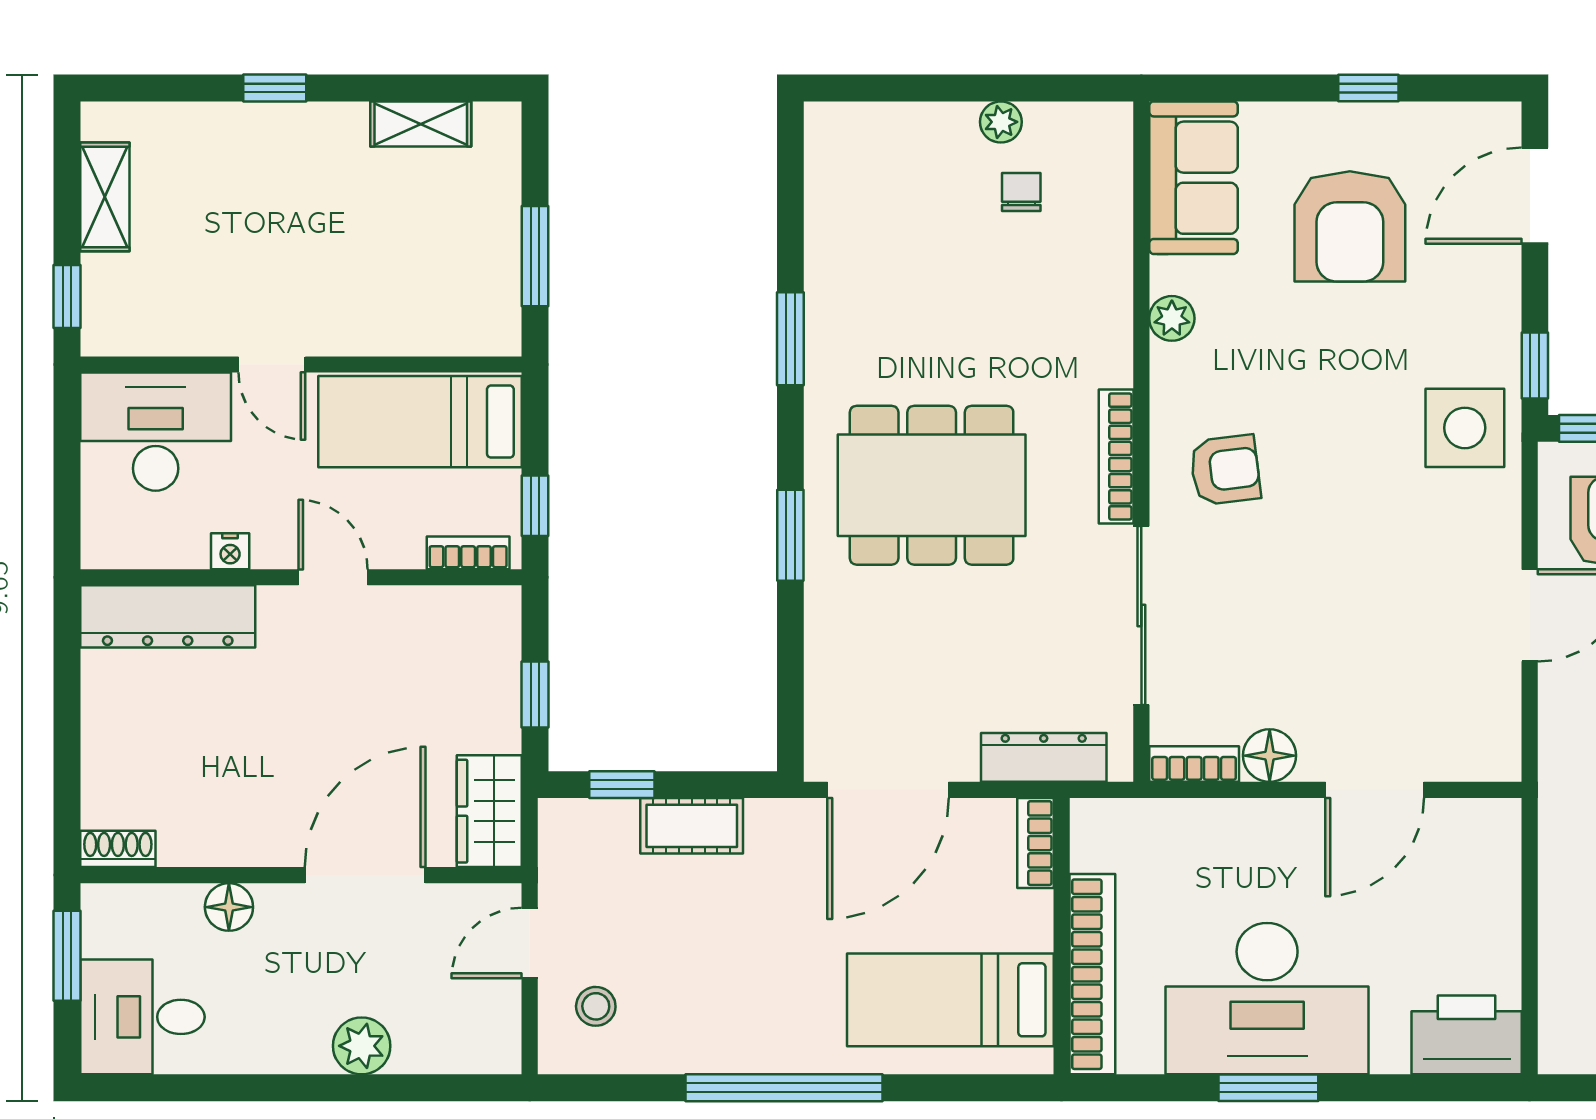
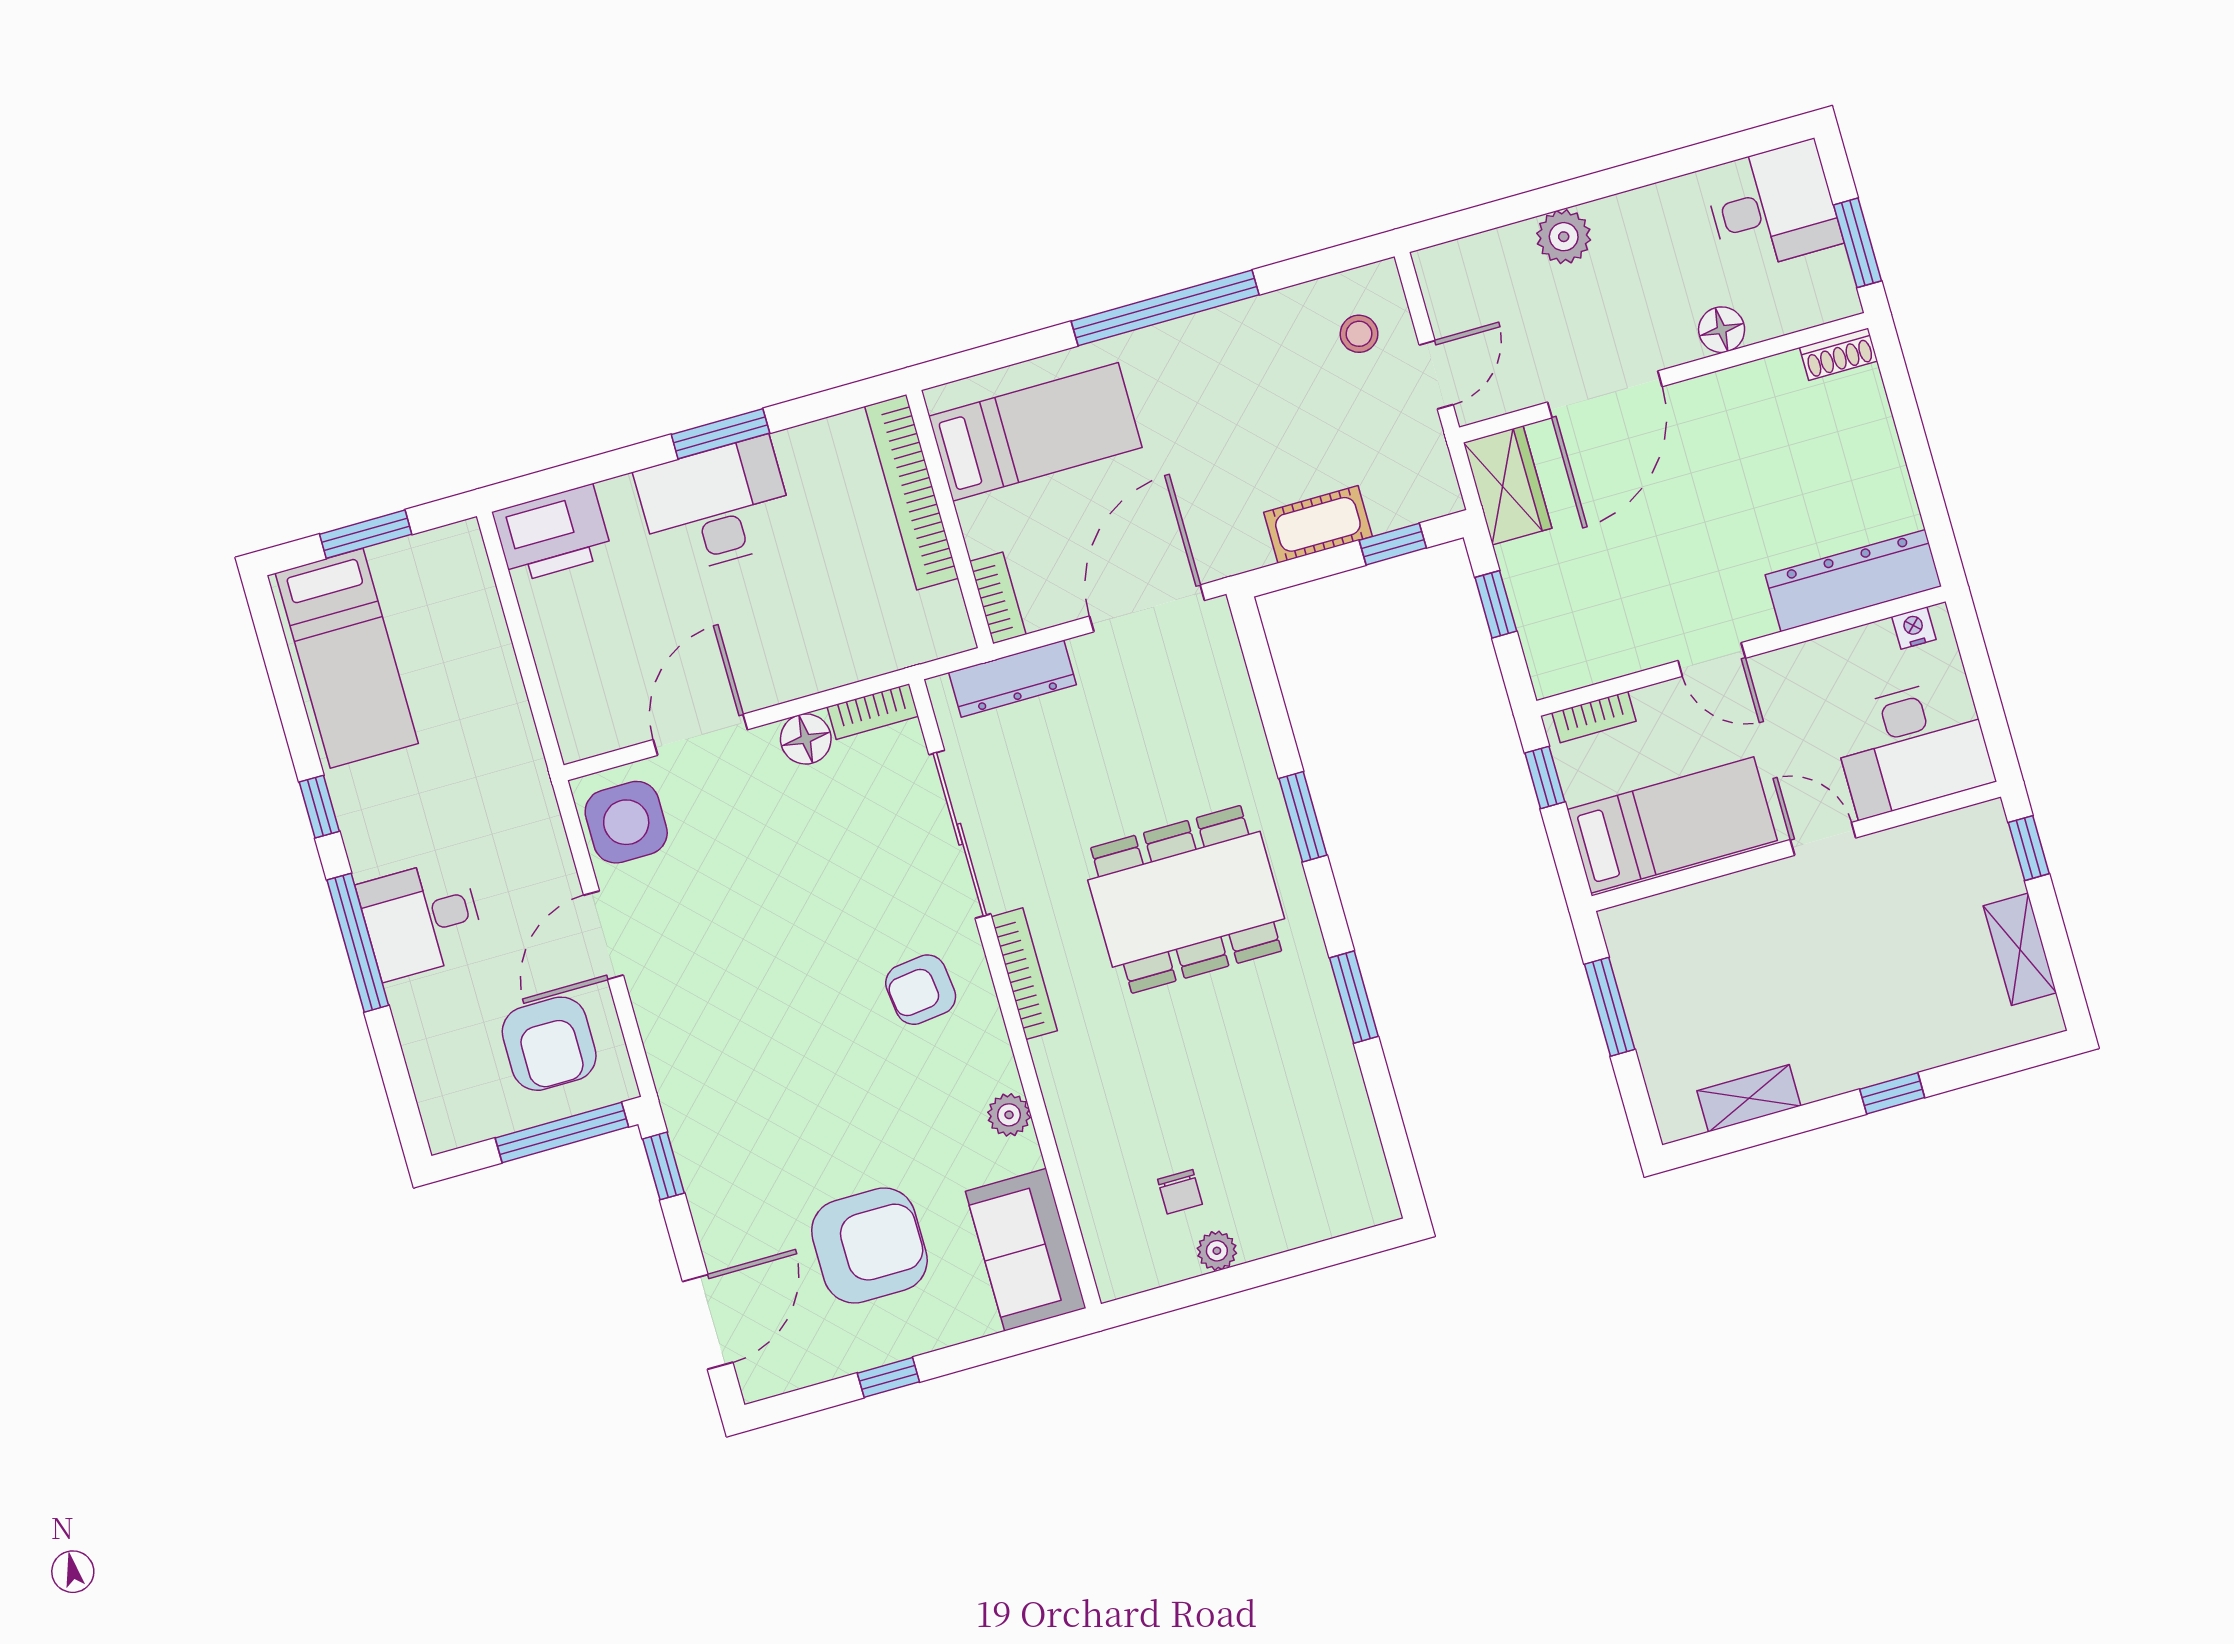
armchair: (1350, 226) -> (869, 1245), turned 90
side table: (1465, 428) -> (626, 822), moved
nightstand: (230, 551) -> (1914, 628), moved
desk: (1267, 999) -> (716, 506), width x0.73, depth x0.77

